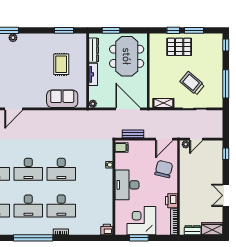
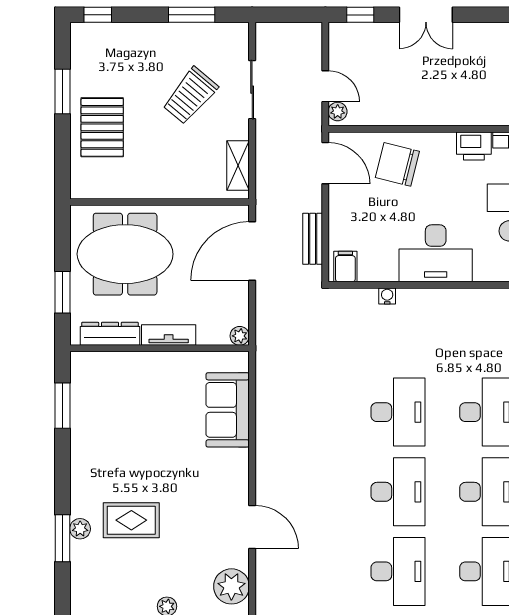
window: (173, 30) -> (62, 141), removed
rug: (61, 64) -> (131, 520), moved
window: (226, 84) -> (192, 15), width x0.69
double door: (226, 195) -> (426, 15), moved

